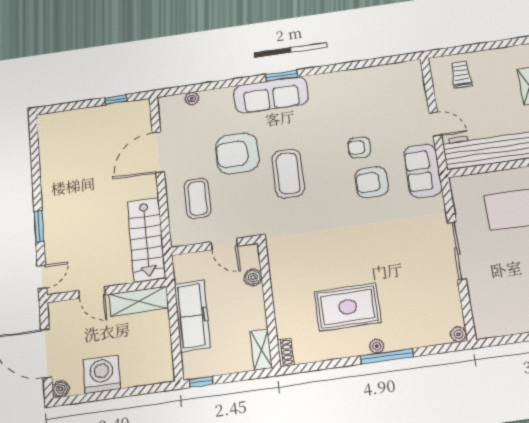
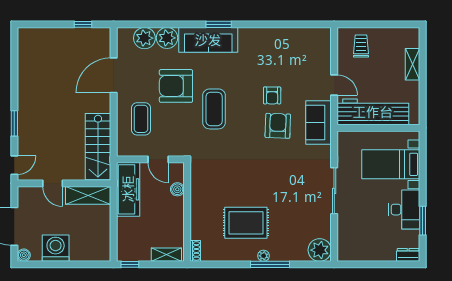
plant: (192, 99) -> (144, 38), width x1.88, depth x1.88
plant: (220, 100) -> (167, 38), added
armchair: (359, 147) -> (272, 95), turned -93
armchair: (372, 182) -> (278, 126), turned 92
freezer: (192, 316) -> (128, 189), moved
plant: (458, 334) -> (320, 250), width x1.88, depth x1.88
shelving: (261, 350) -> (166, 255), moved, turned 90

